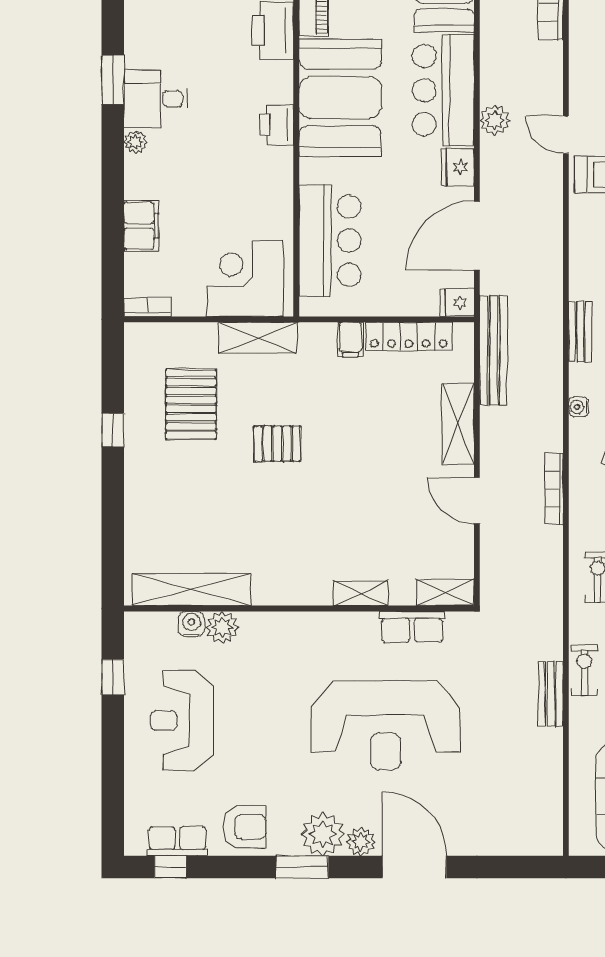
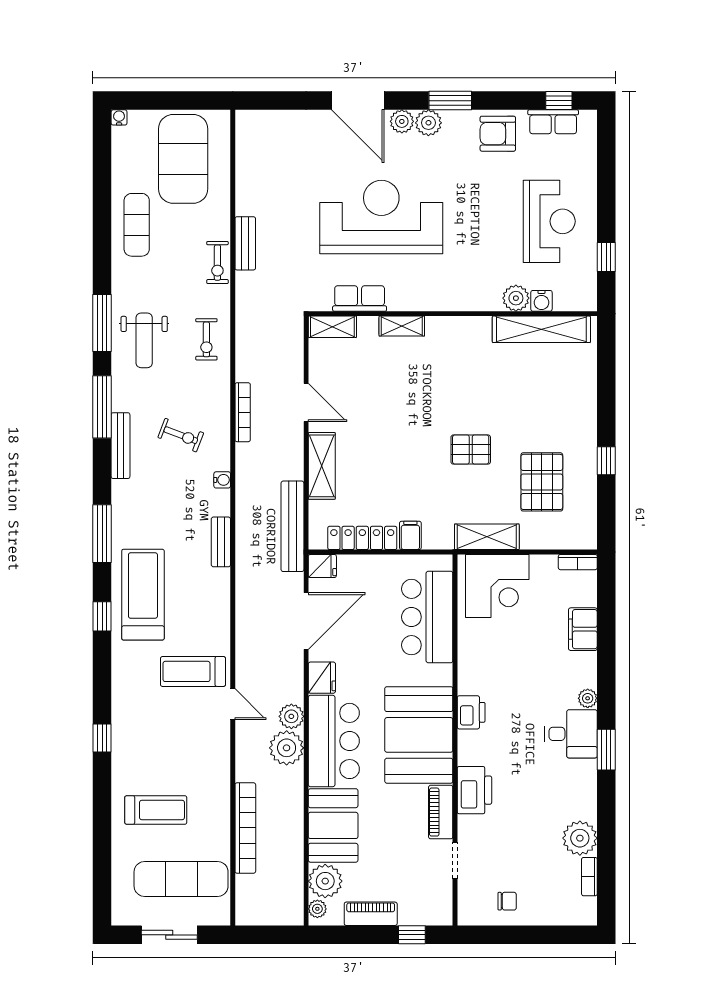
plant: (501, 82) -> (287, 748), added
plant: (323, 834) -> (428, 123), width x0.73, depth x0.73

